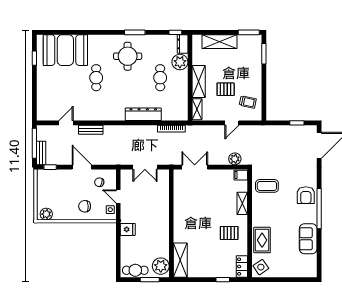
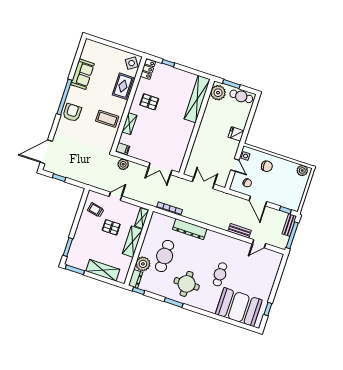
cafe table: (160, 78) -> (165, 256), width x1.37, depth x1.35
coffee table: (267, 186) -> (107, 119), moved
shelving: (180, 260) -> (197, 99), width x1.47

